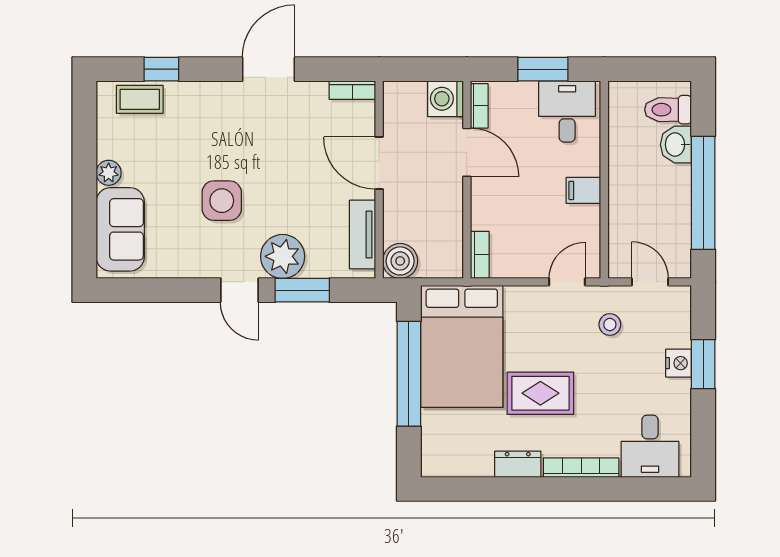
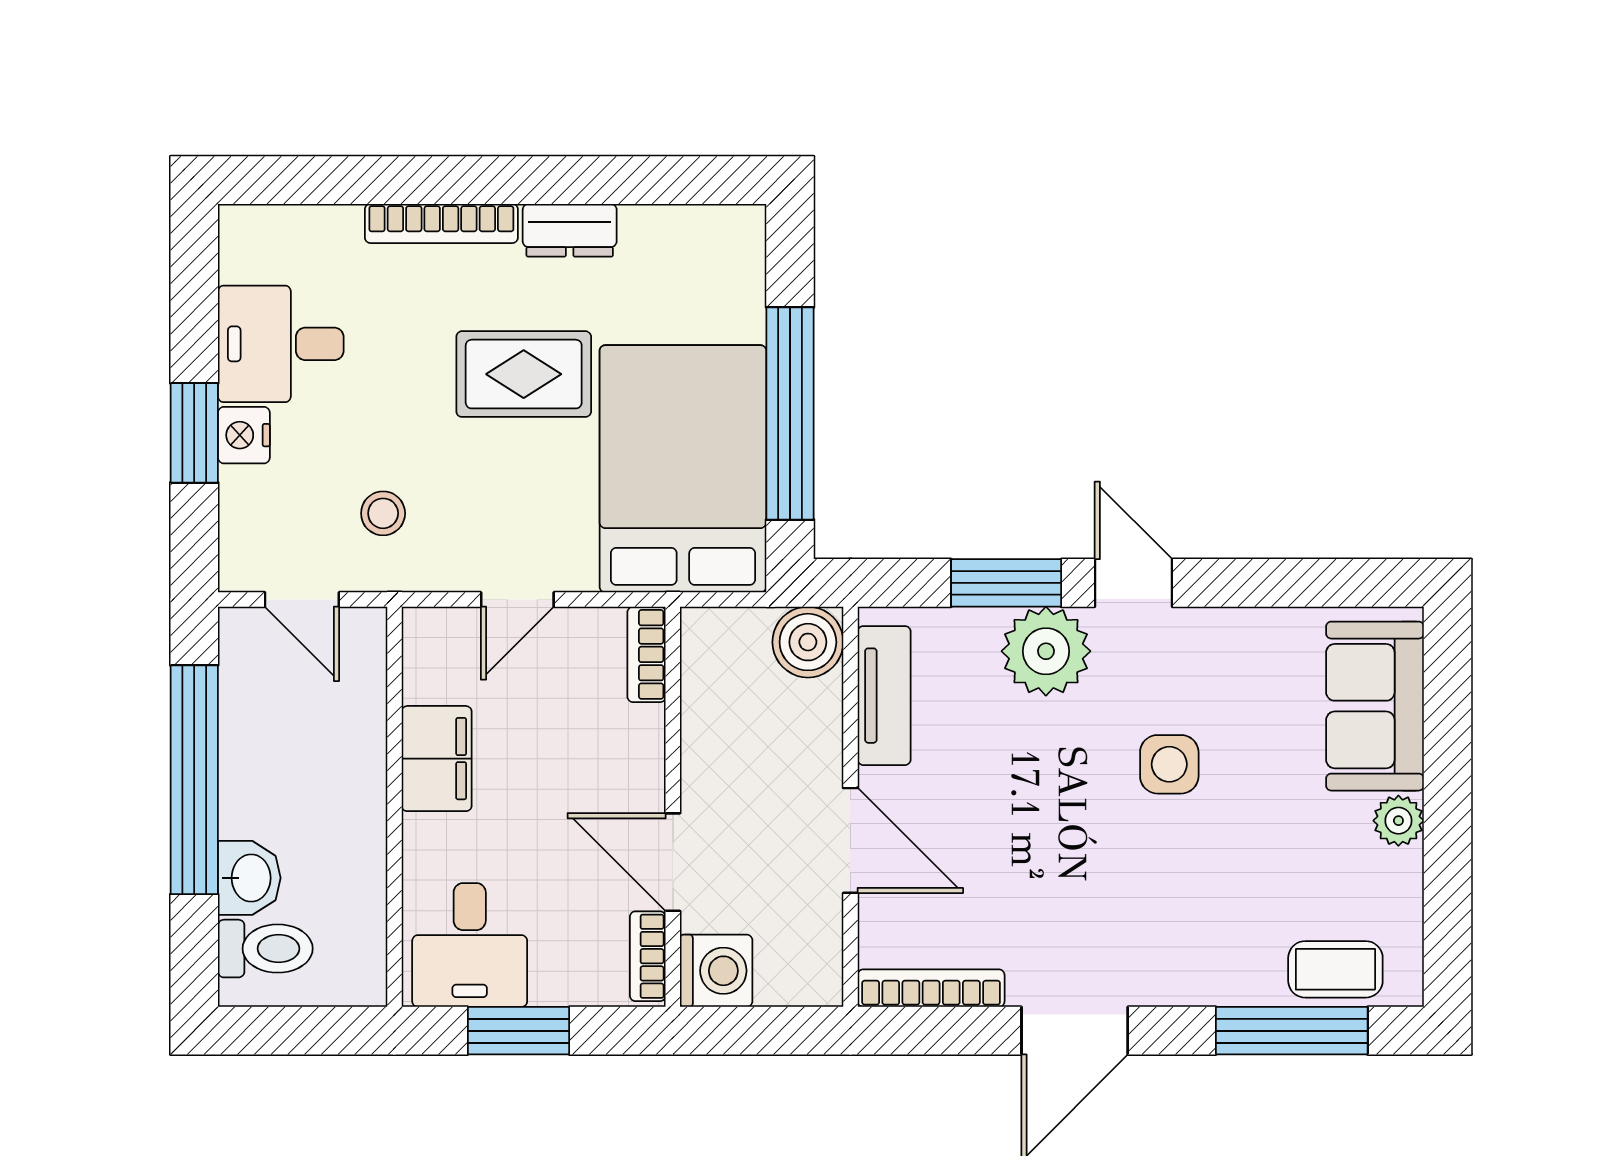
window: (161, 69) -> (1292, 1031), width x2.17
bookcase: (352, 90) -> (931, 988), width x1.56
filing cabinet: (583, 190) -> (437, 759), width x2.00
side table: (222, 201) -> (1169, 764), width x0.73, depth x0.73
door: (567, 282) -> (517, 599), moved
desk: (650, 446) -> (281, 344), moved, turned -90

